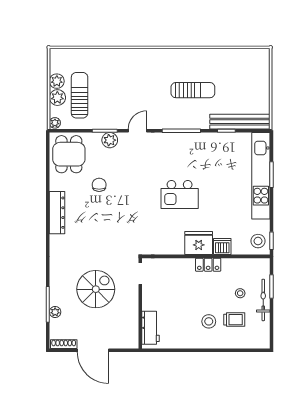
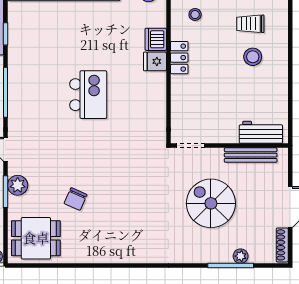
chair: (99, 185) -> (76, 199), turned -66
dresser: (57, 213) -> (112, 254), removed
fridge: (199, 243) -> (155, 61), width x0.53, depth x0.75
stool: (240, 293) -> (195, 15), moved
bench: (133, 320) -> (251, 155), added
trolley: (234, 320) -> (250, 24), turned -90

